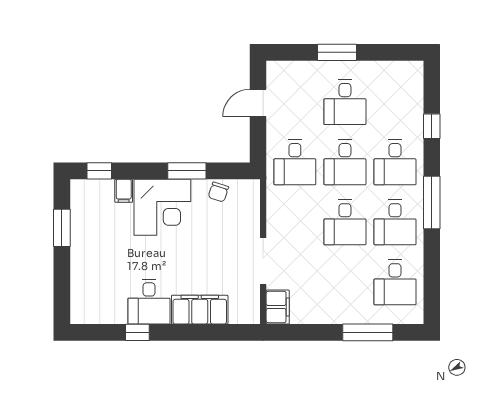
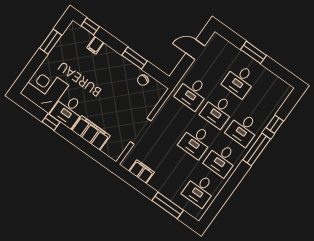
window: (432, 202) -> (257, 150), moved
corner desk: (162, 207) -> (44, 89), moved, turned 180
filing cabinet: (278, 307) -> (141, 172), moved, turned -90

